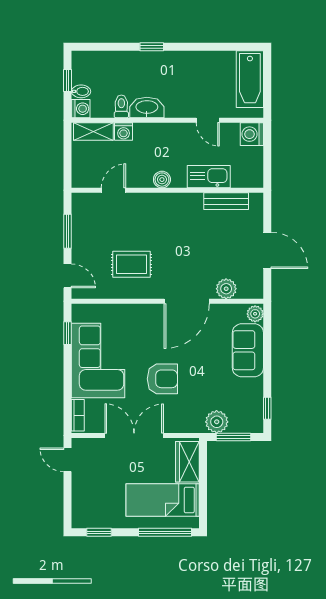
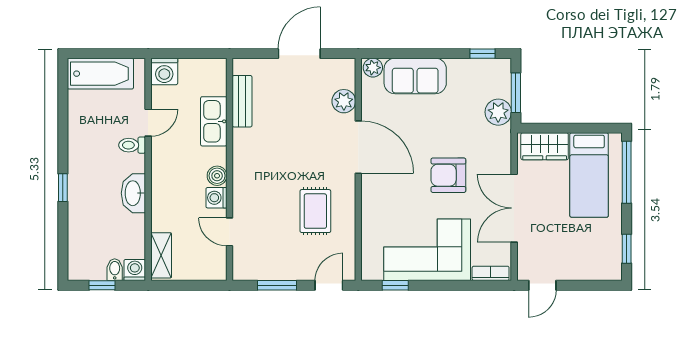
toilet: (121, 106) -> (132, 145), moved
washing machine: (124, 132) -> (216, 198), moved, turned 180
armchair: (162, 379) -> (448, 175), turned -90

